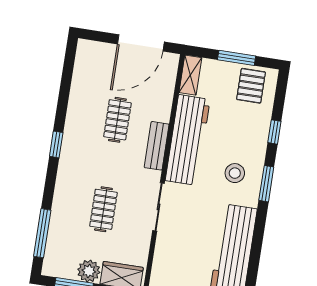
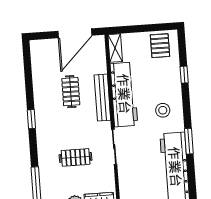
window: (237, 58) -> (145, 28), removed
bench: (157, 146) -> (102, 98), width x1.36
window: (266, 184) -> (189, 141), moved
clothes rail: (103, 209) -> (76, 157), turned 90

